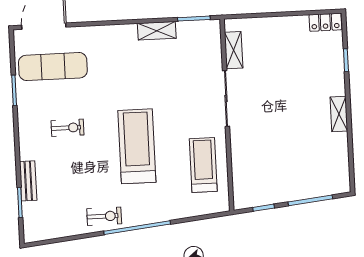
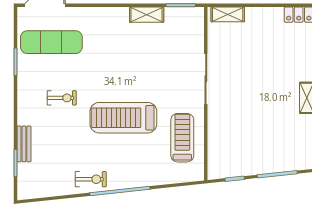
shelving: (234, 50) -> (228, 14), moved, turned 90
treadmill: (137, 146) -> (123, 118), turned -90

